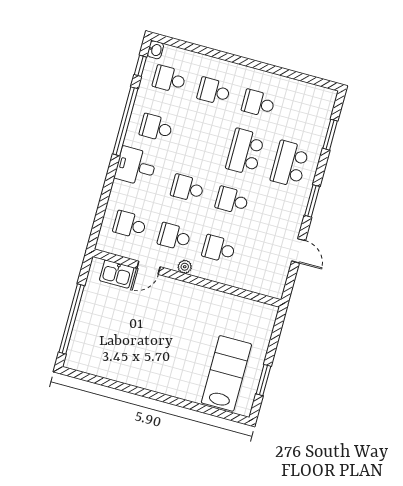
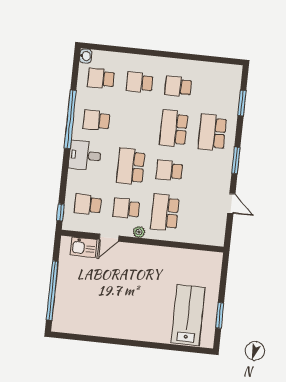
window: (140, 66) -> (60, 212), moved
school desk: (187, 188) -> (131, 166), width x1.85
school desk: (219, 249) -> (165, 213), width x1.85

